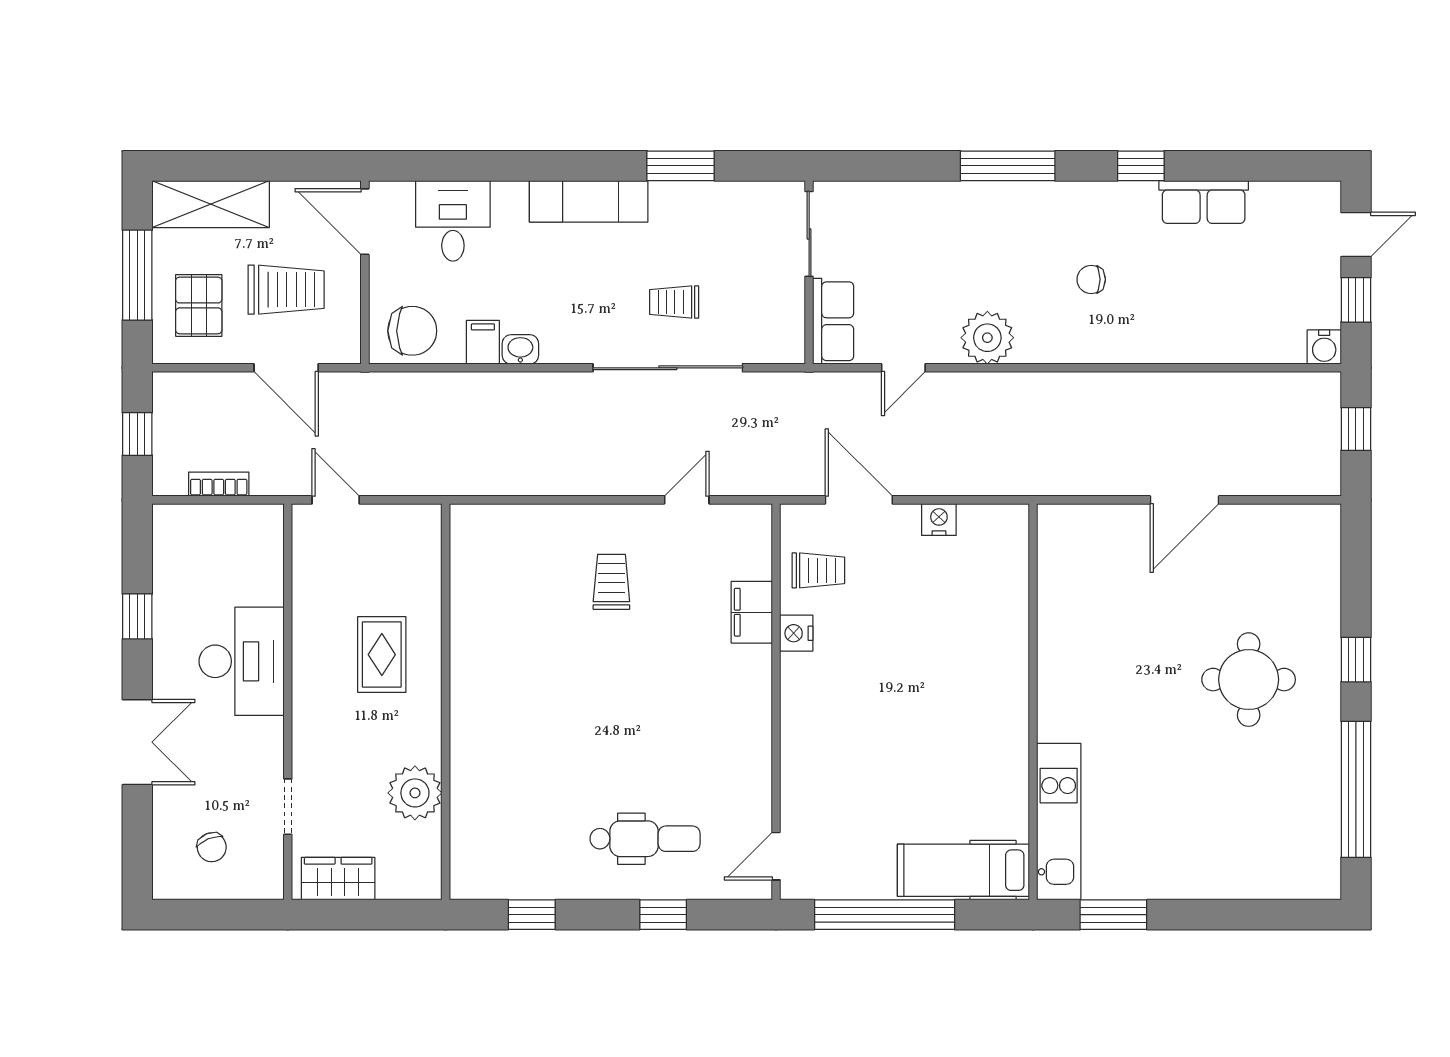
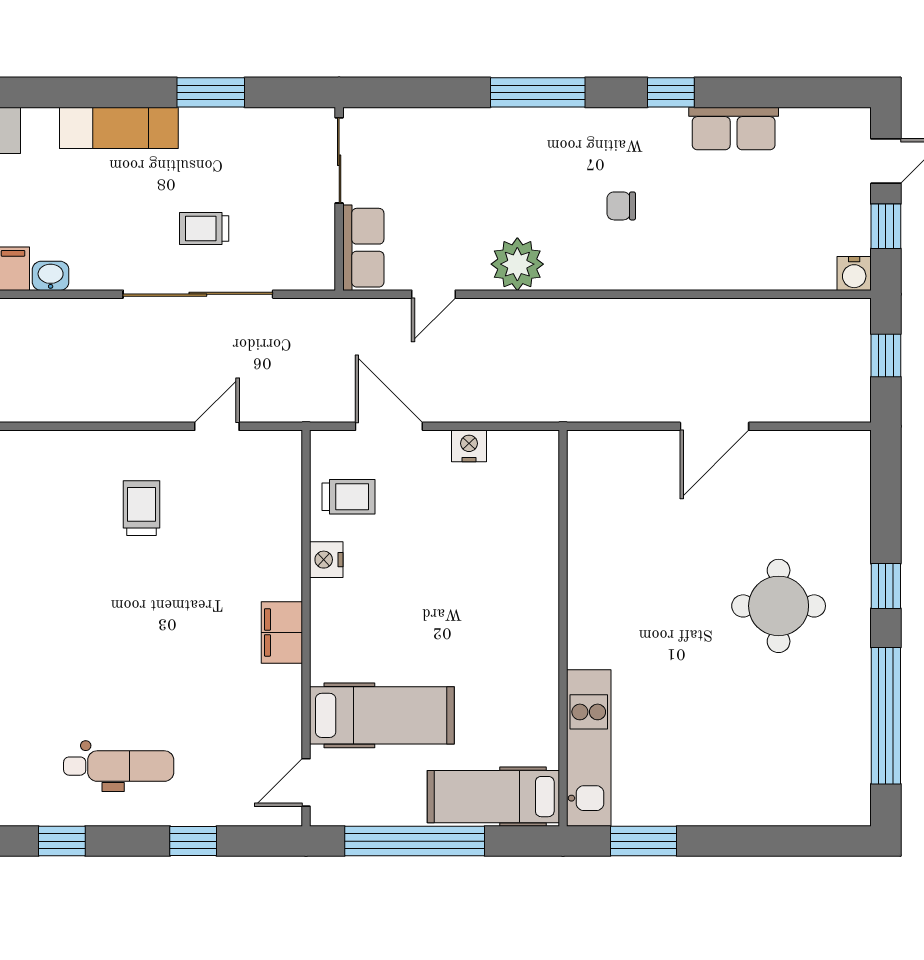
filing cabinet: (752, 612) -> (282, 632), moved
hospital bed: (852, 789) -> (382, 715), added
dental chair: (645, 839) -> (119, 766), moved

